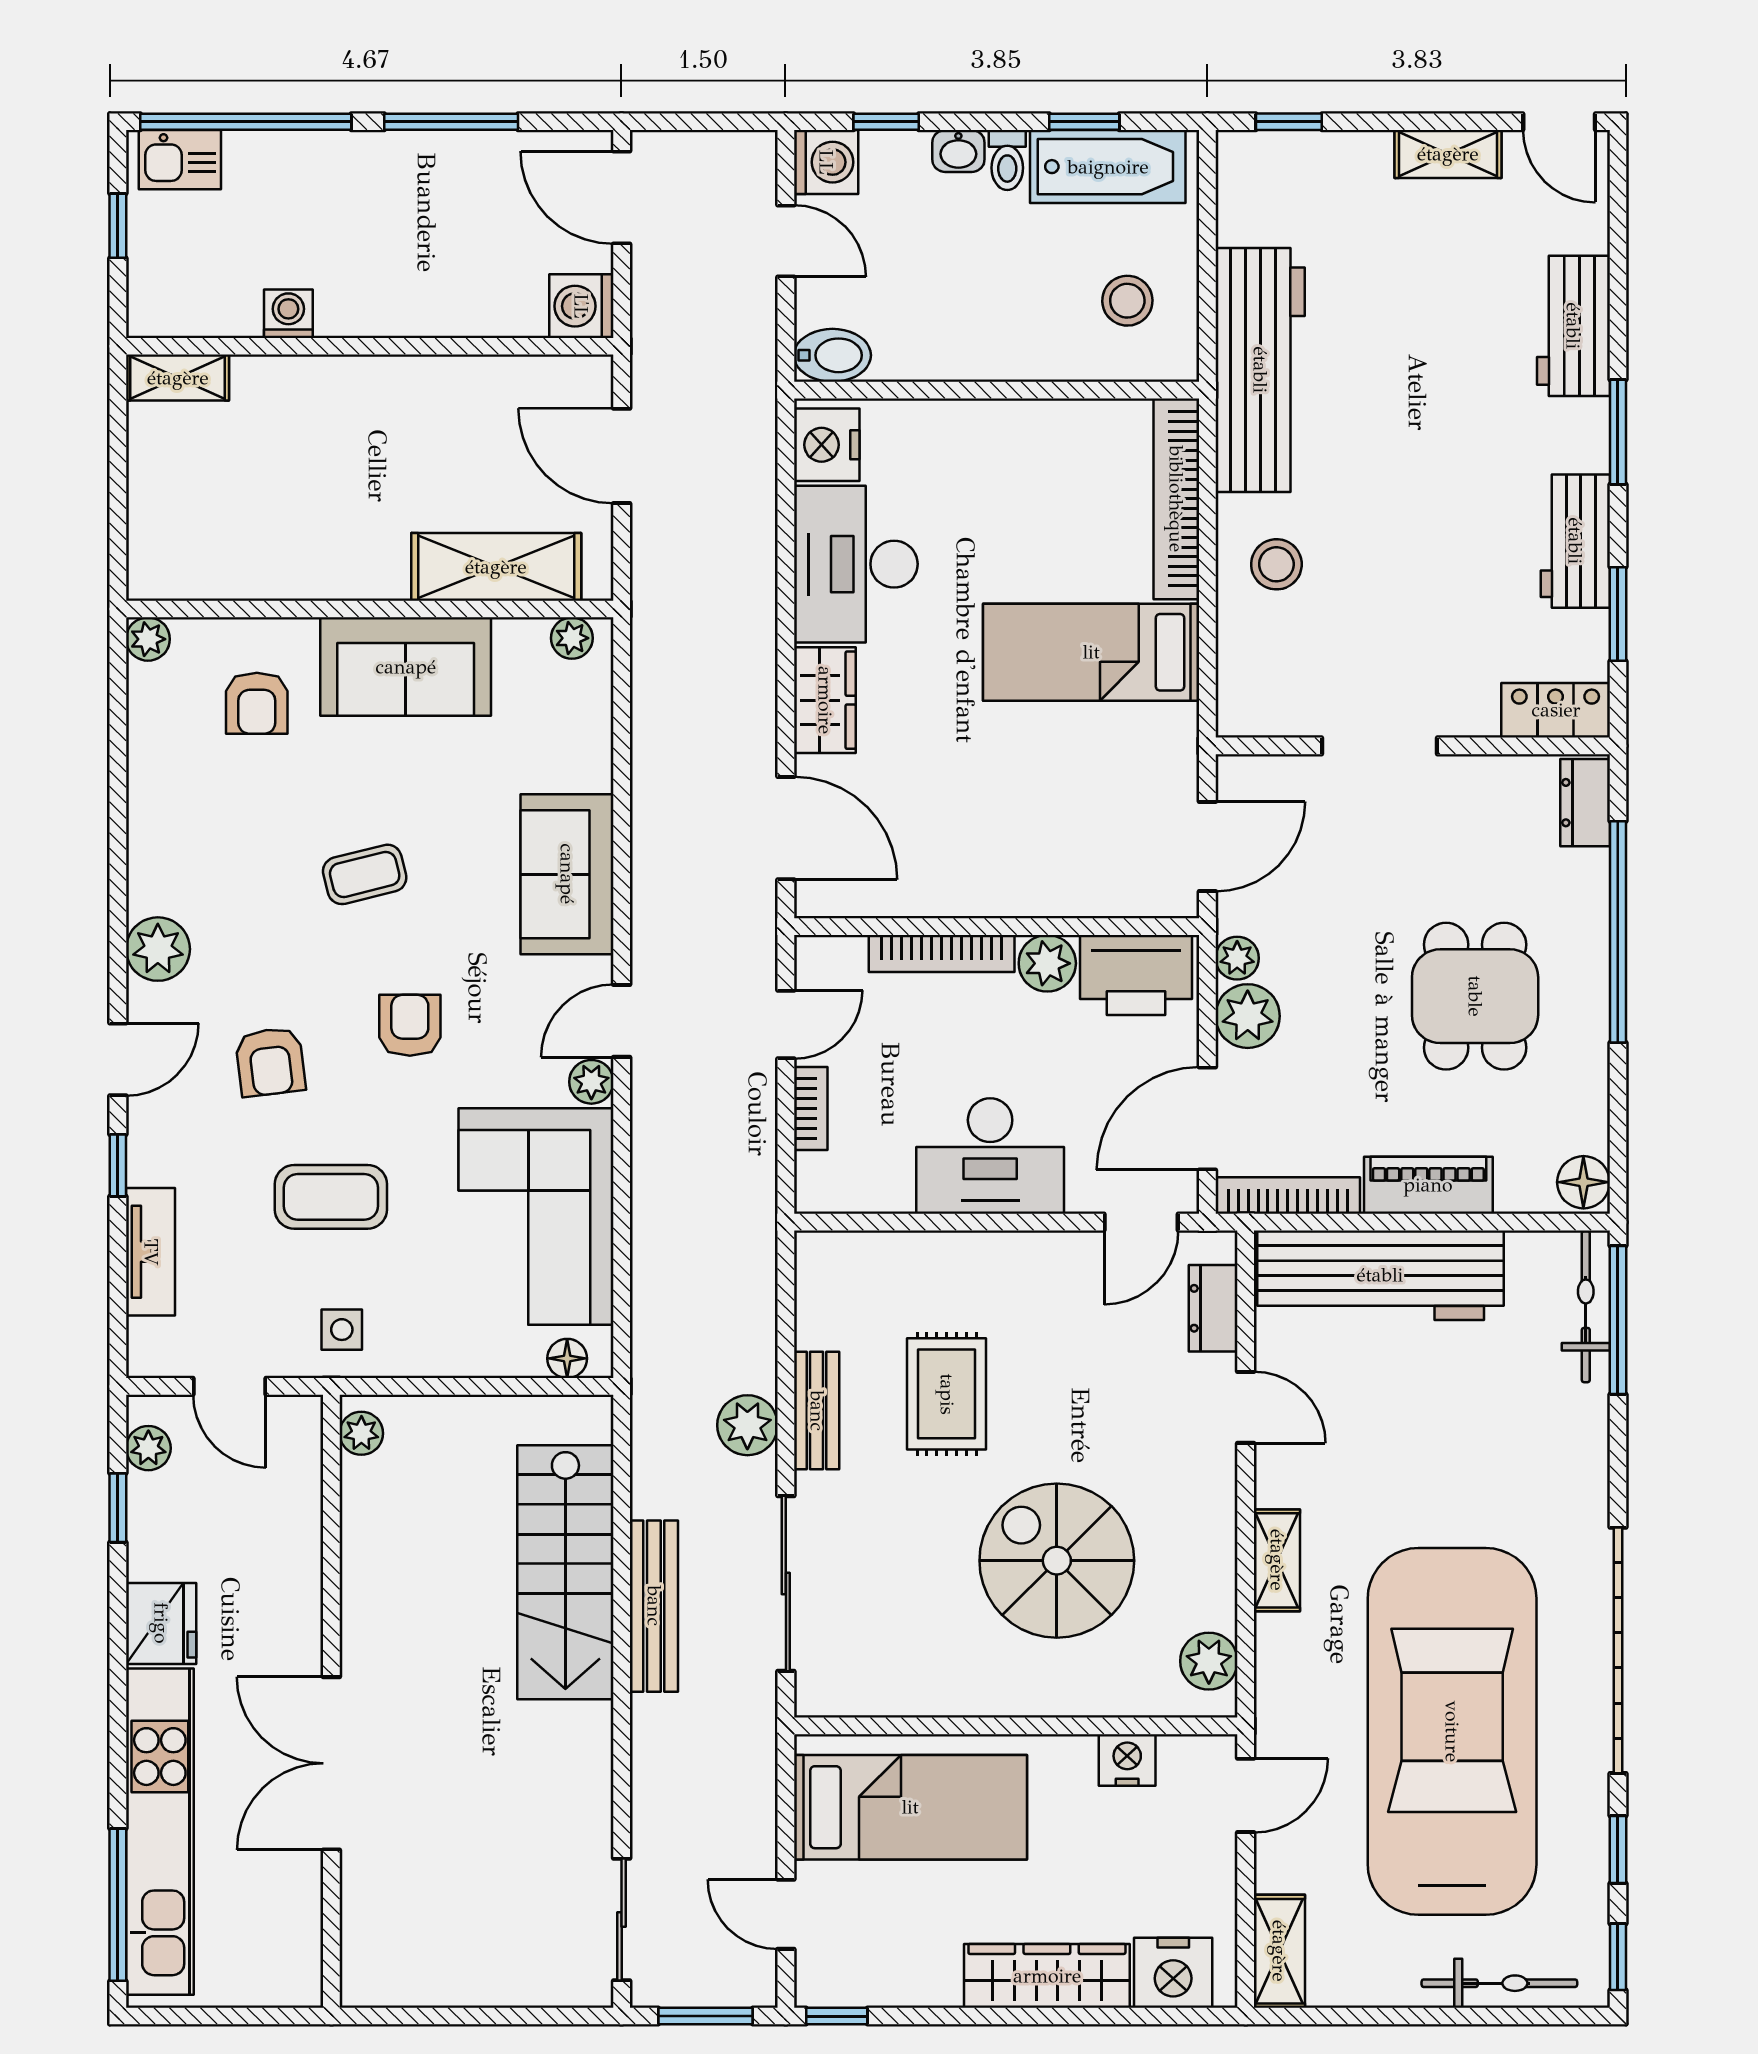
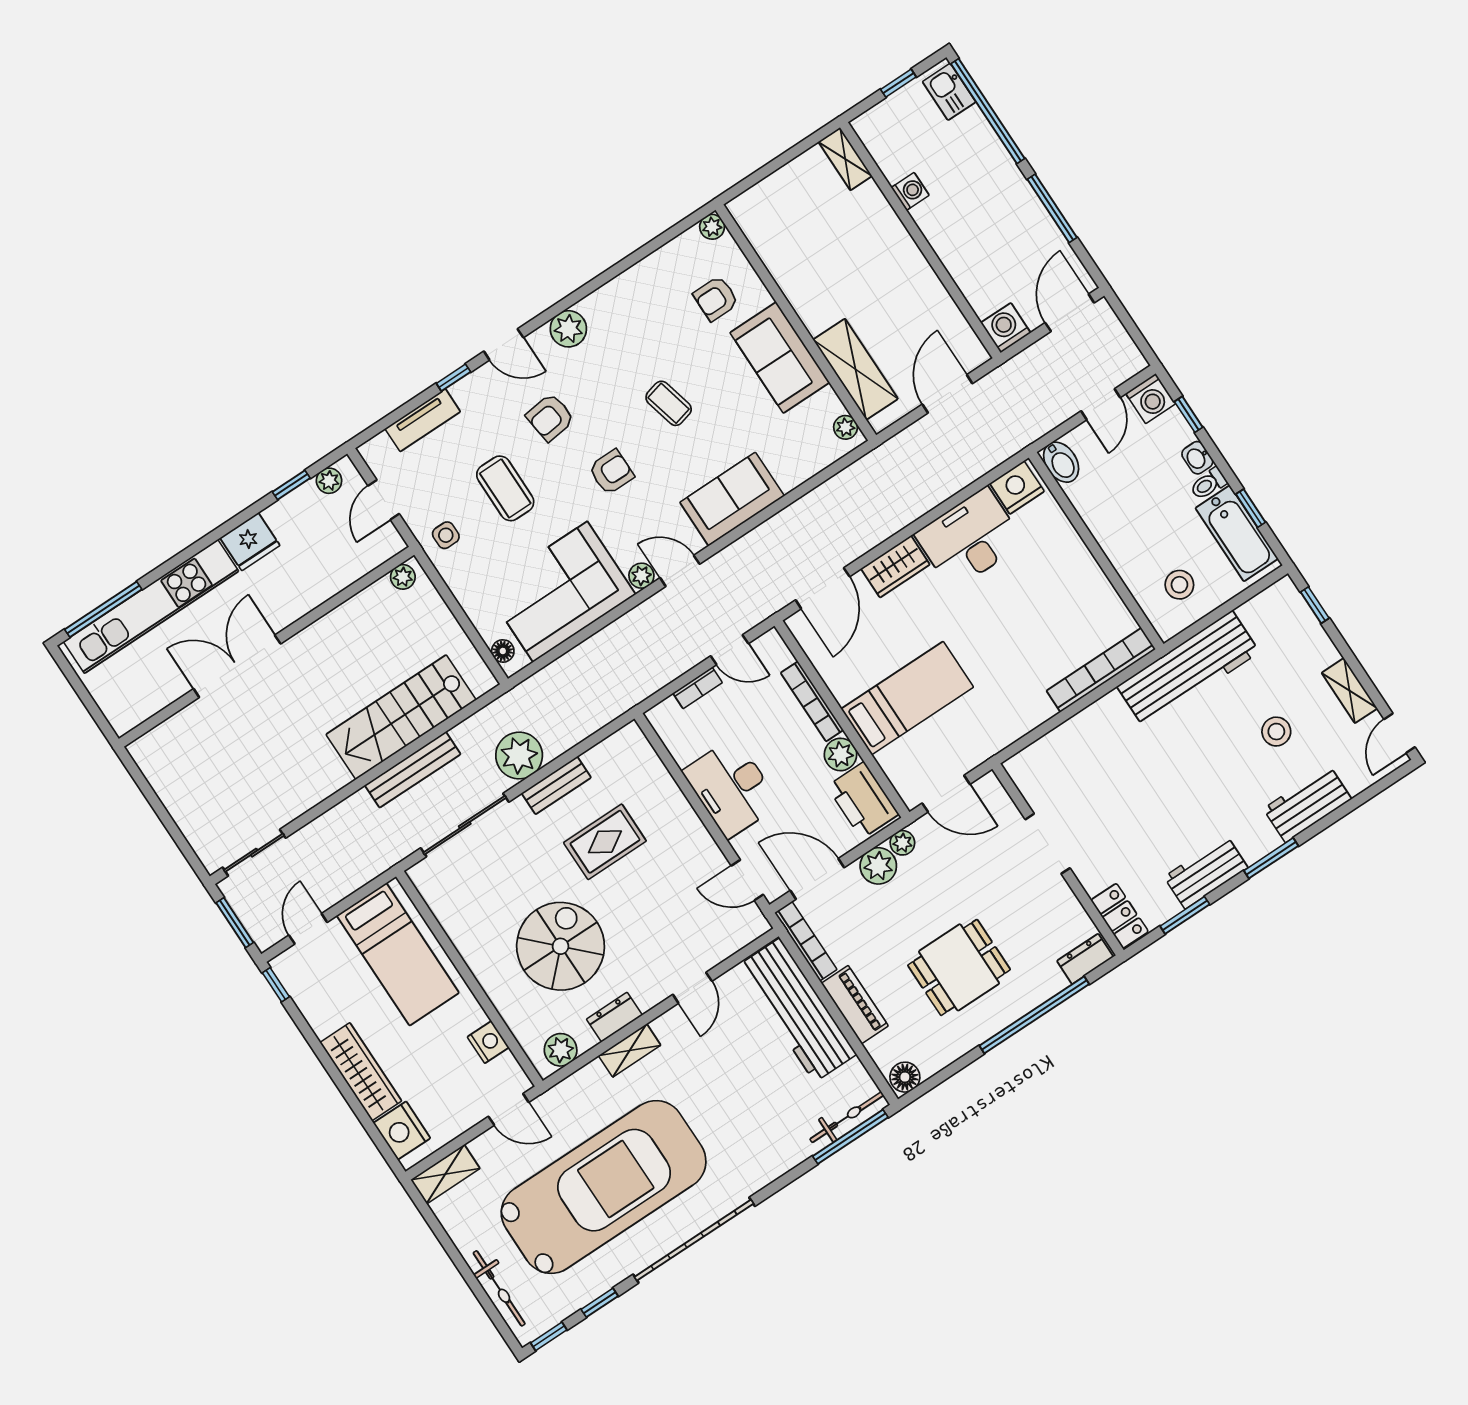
stool: (1276, 564) -> (1276, 732), moved
bed: (1091, 652) -> (907, 698), moved, turned 90
dresser: (1213, 1308) -> (614, 1017), moved
plant: (747, 1425) -> (519, 756), width x1.36, depth x1.36

